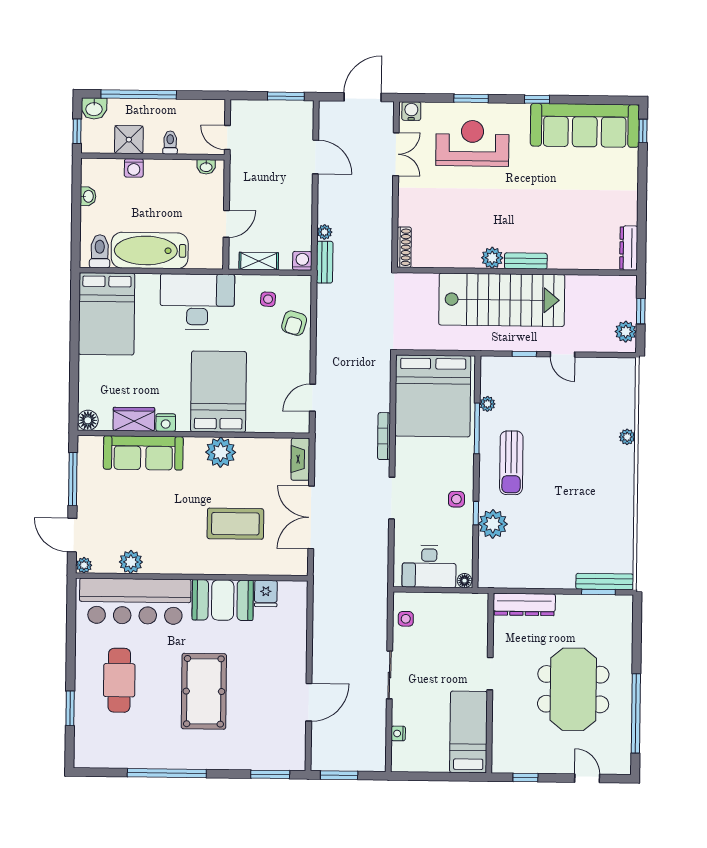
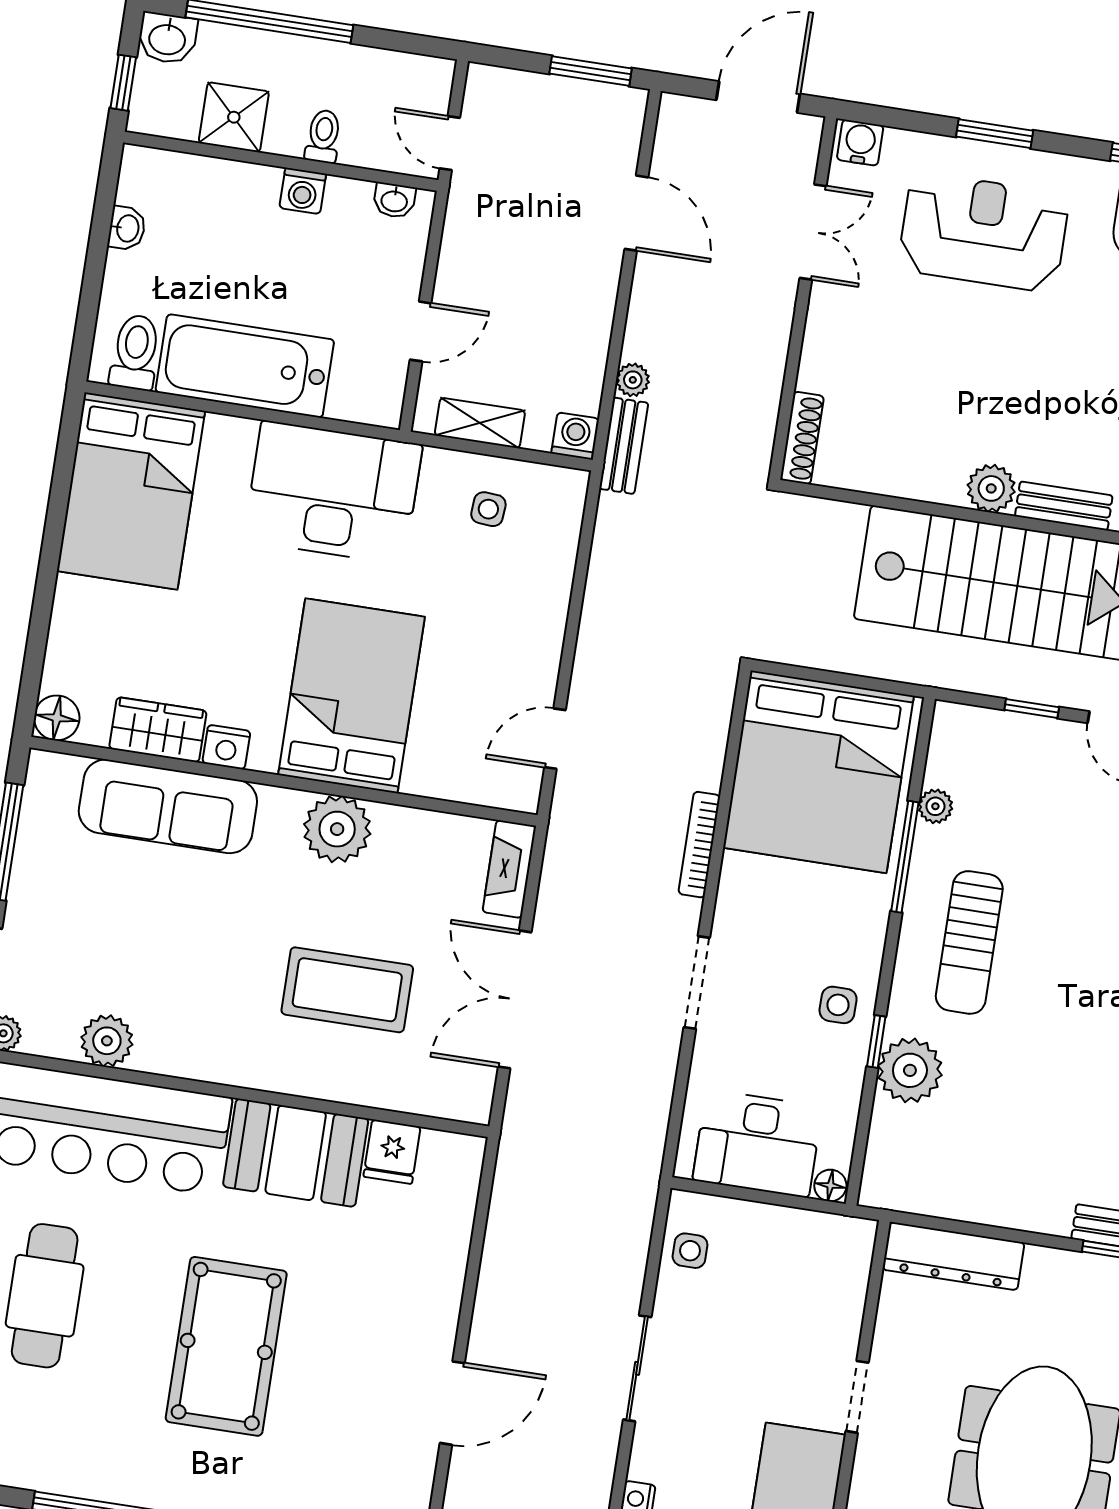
washing machine: (134, 168) -> (303, 191), moved
armchair: (294, 323) -> (538, 570), removed

